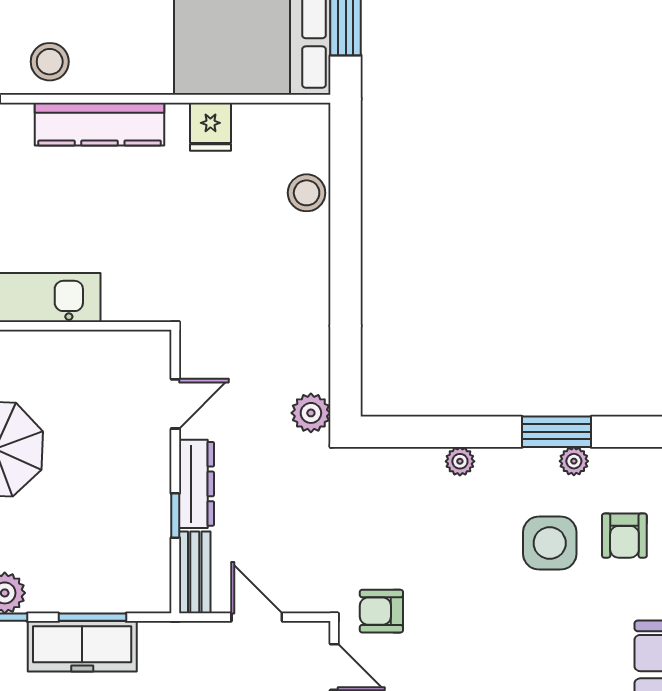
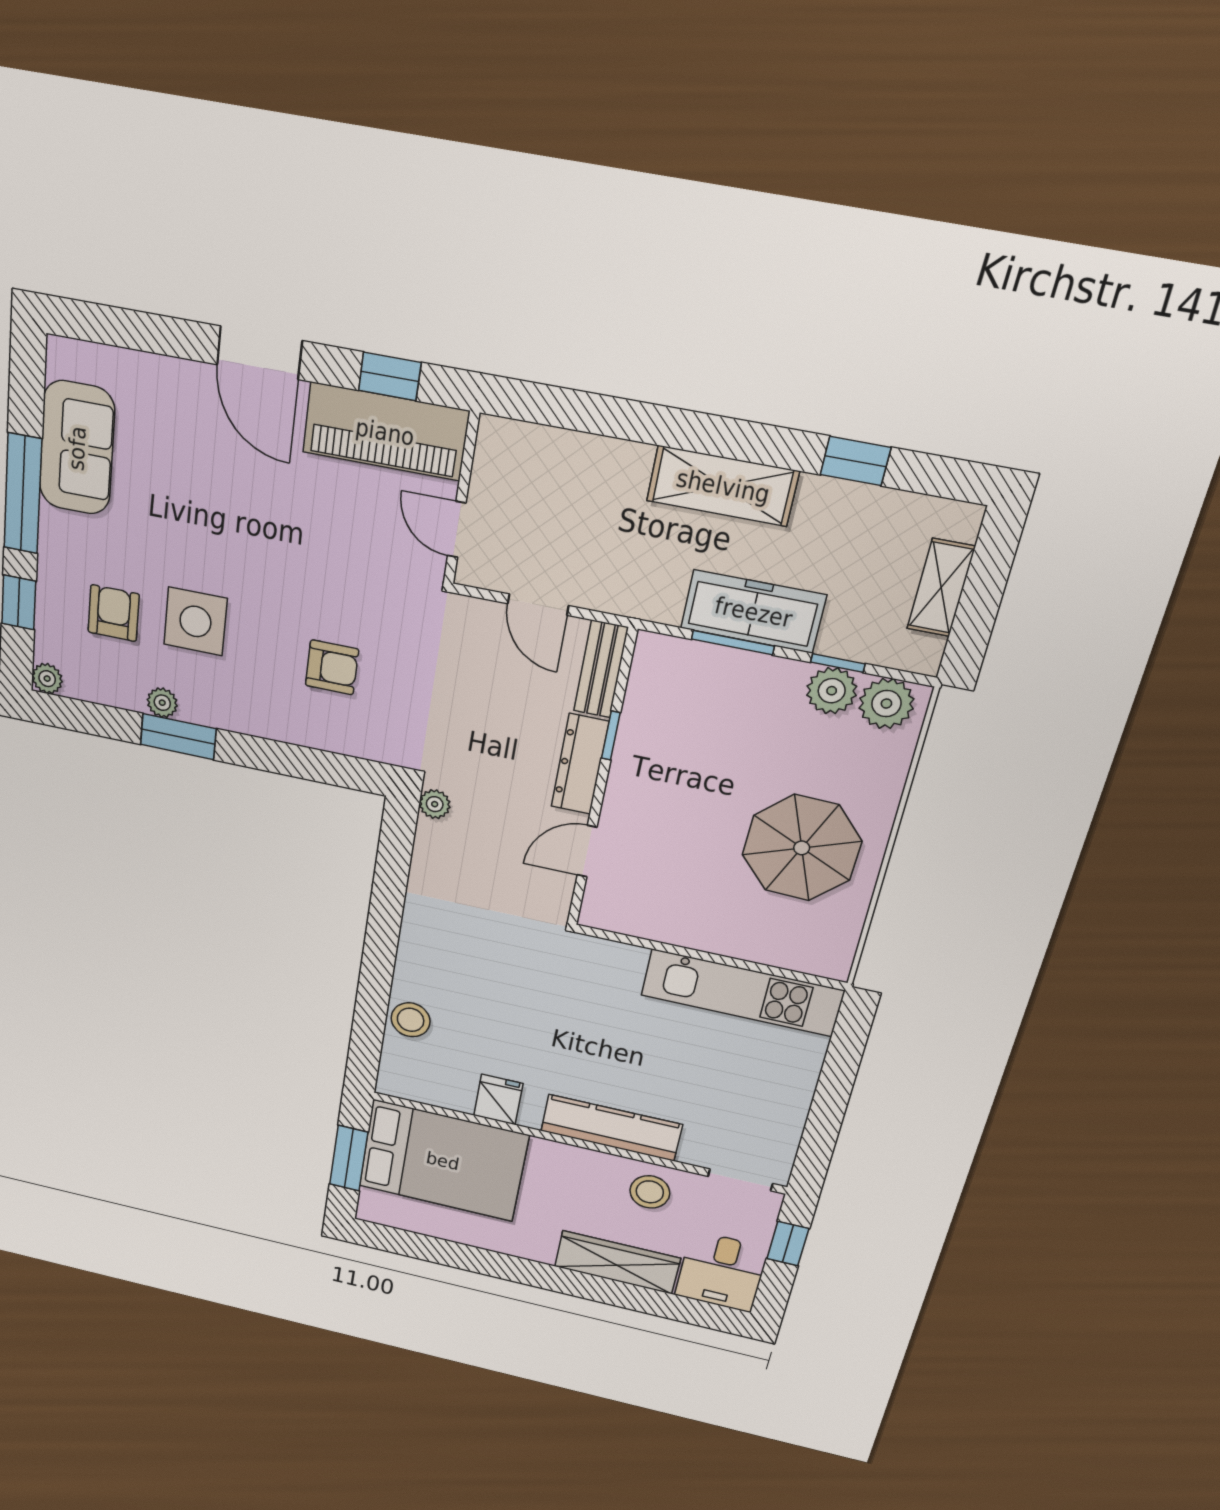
plant: (311, 413) -> (435, 804), width x0.73, depth x0.73
plant: (460, 461) -> (285, 728), removed
armchair: (381, 611) -> (332, 667), moved

